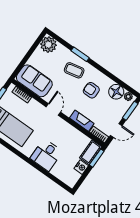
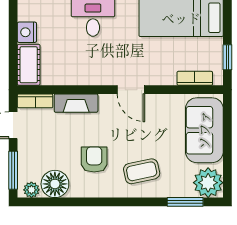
window: (80, 54) -> (185, 202), moved
sofa: (34, 81) -> (204, 130), moved, turned 90
armchair: (91, 90) -> (94, 159), turned -90
window: (97, 158) -> (13, 63), removed

